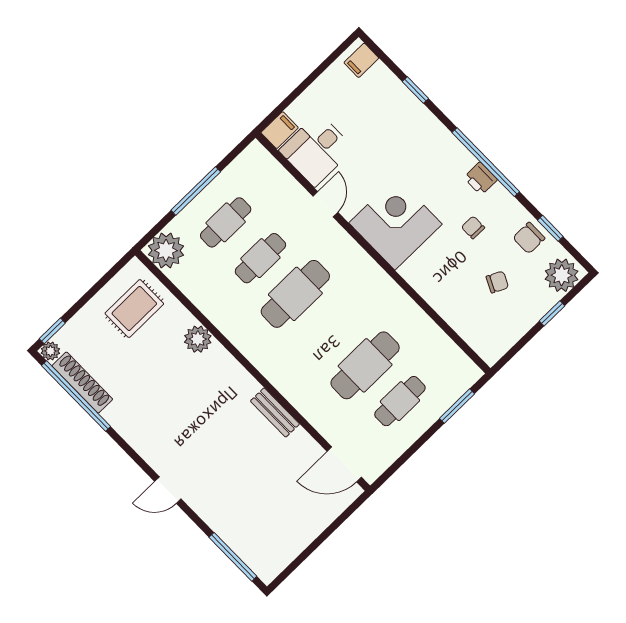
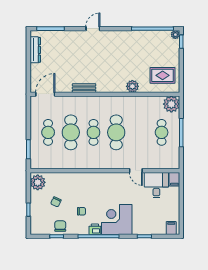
corner desk: (396, 223) -> (117, 219), moved, turned 180
cafe table: (260, 258) -> (93, 132), moved
plant: (562, 275) -> (38, 182), moved
rug: (134, 309) -> (163, 75), turned 90
shoe rack: (82, 383) -> (155, 35), removed
dresser: (290, 548) -> (35, 50), added

